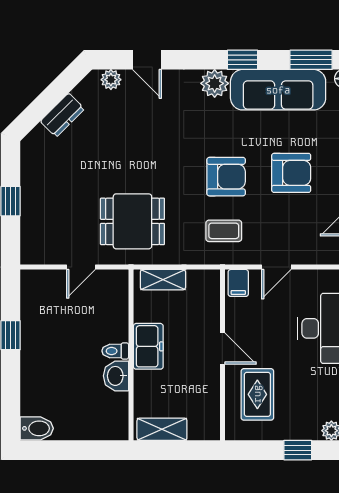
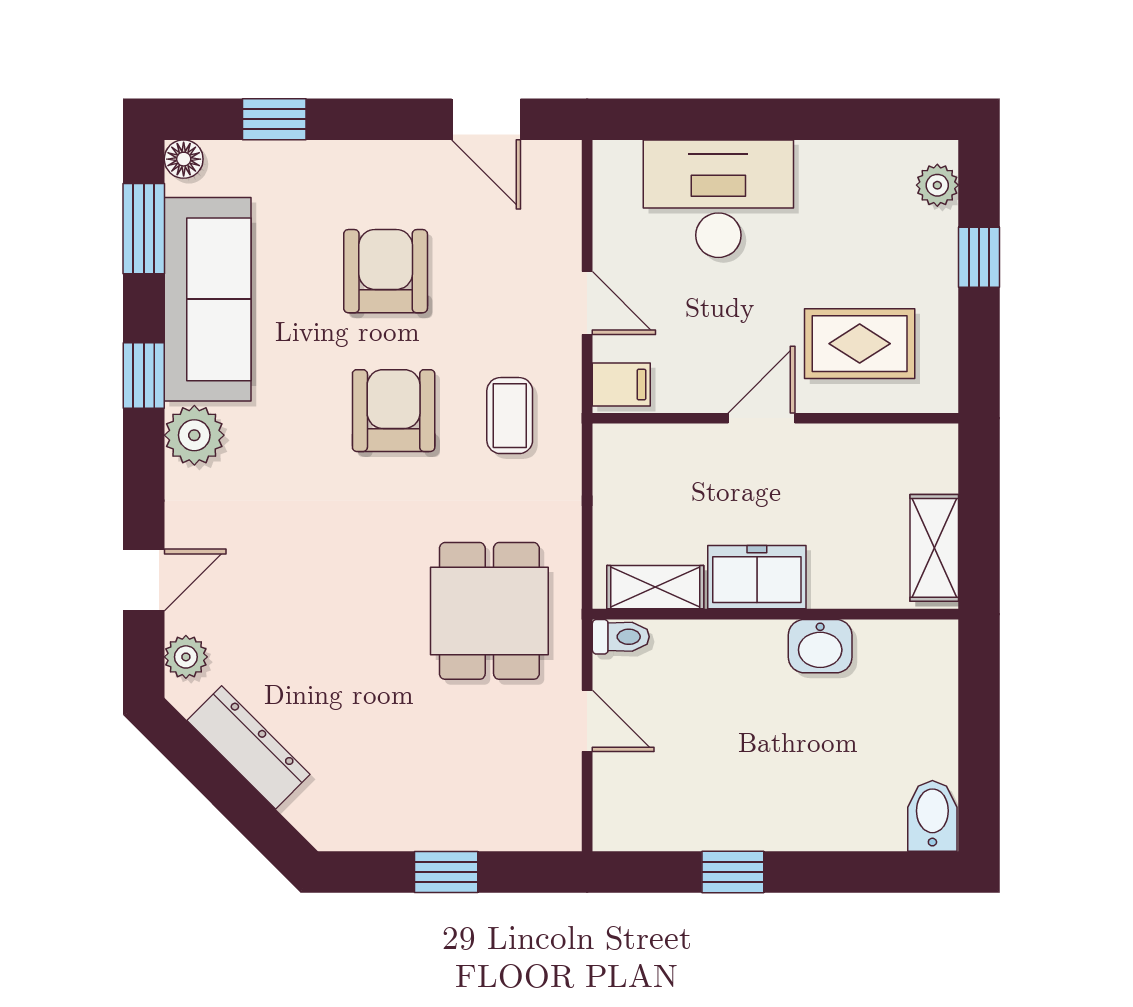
dresser: (62, 115) -> (249, 747), width x1.44
shelving: (163, 280) -> (655, 587), moved, turned 90
toilet: (115, 351) -> (621, 637), moved, turned -90

